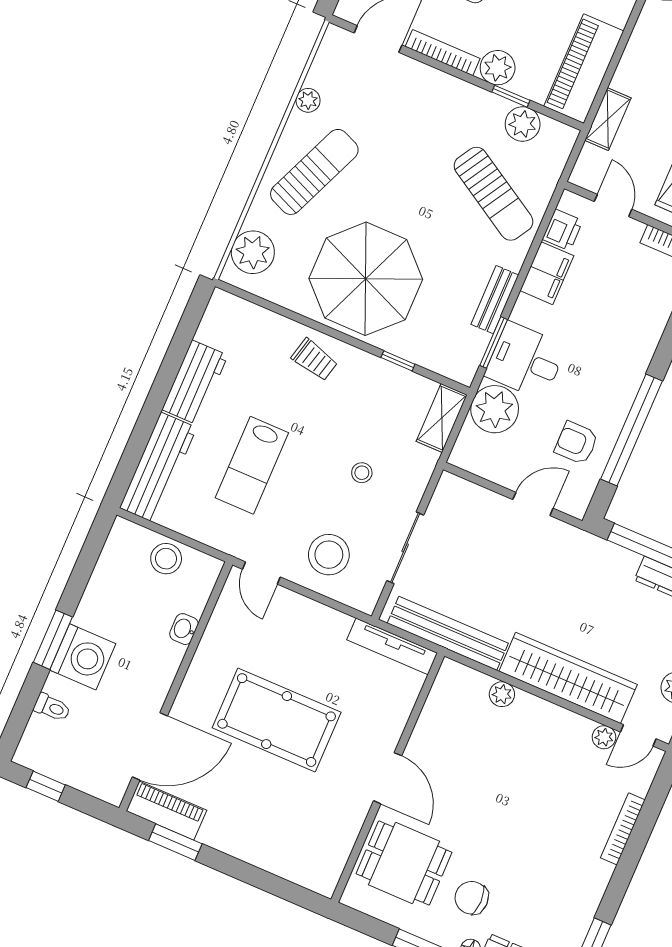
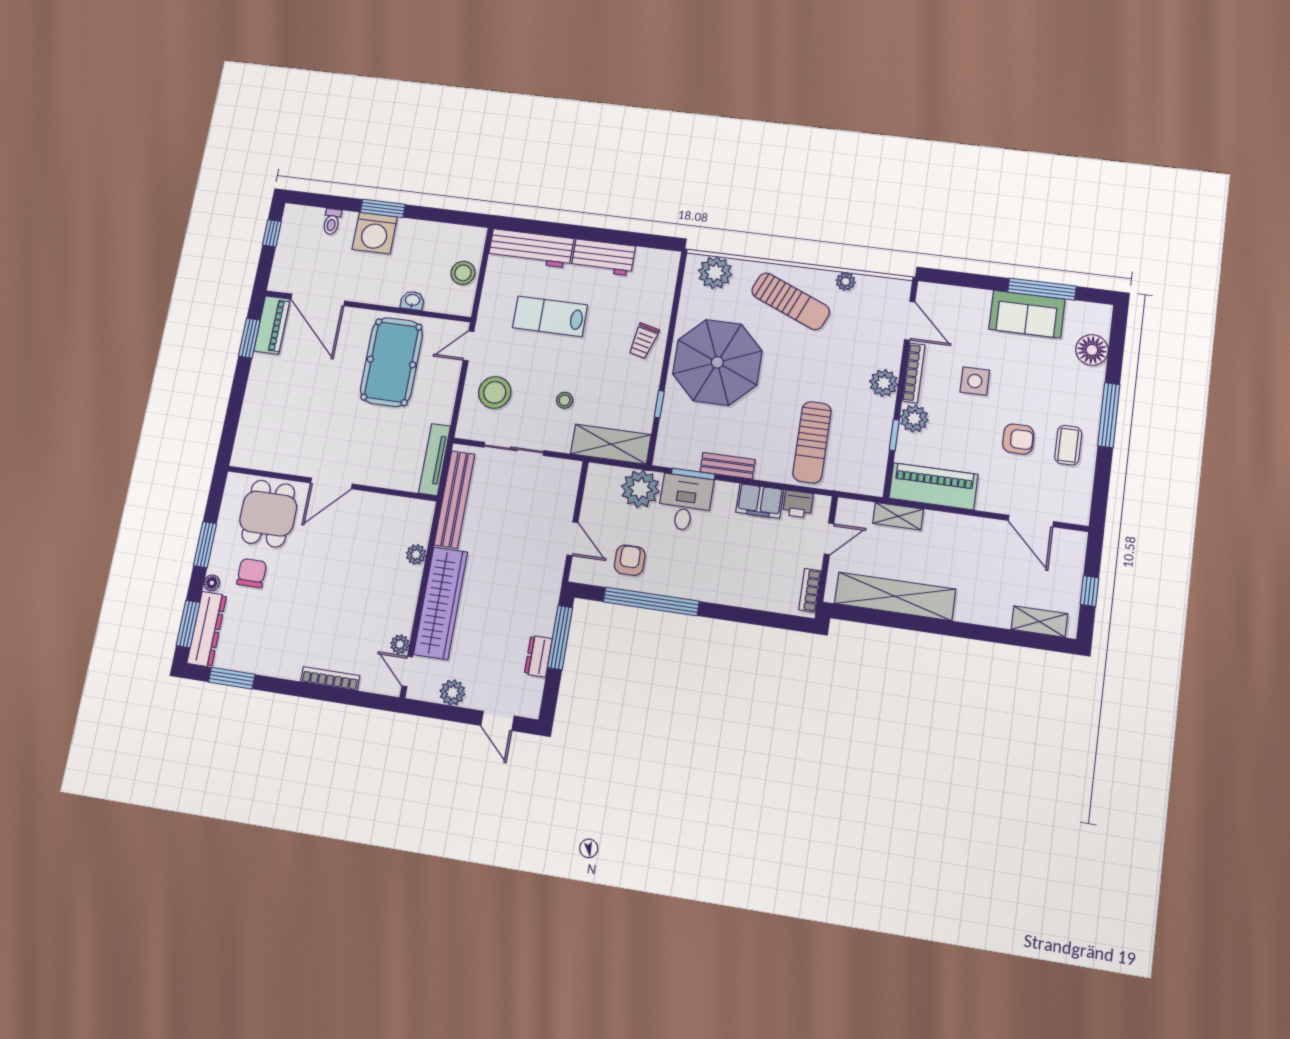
plant: (523, 124) -> (884, 383), moved
sun lounger: (494, 194) -> (812, 442), turned -31
shelving: (442, 418) -> (611, 444), width x1.50, depth x1.33
pool table: (277, 720) -> (391, 362), moved

